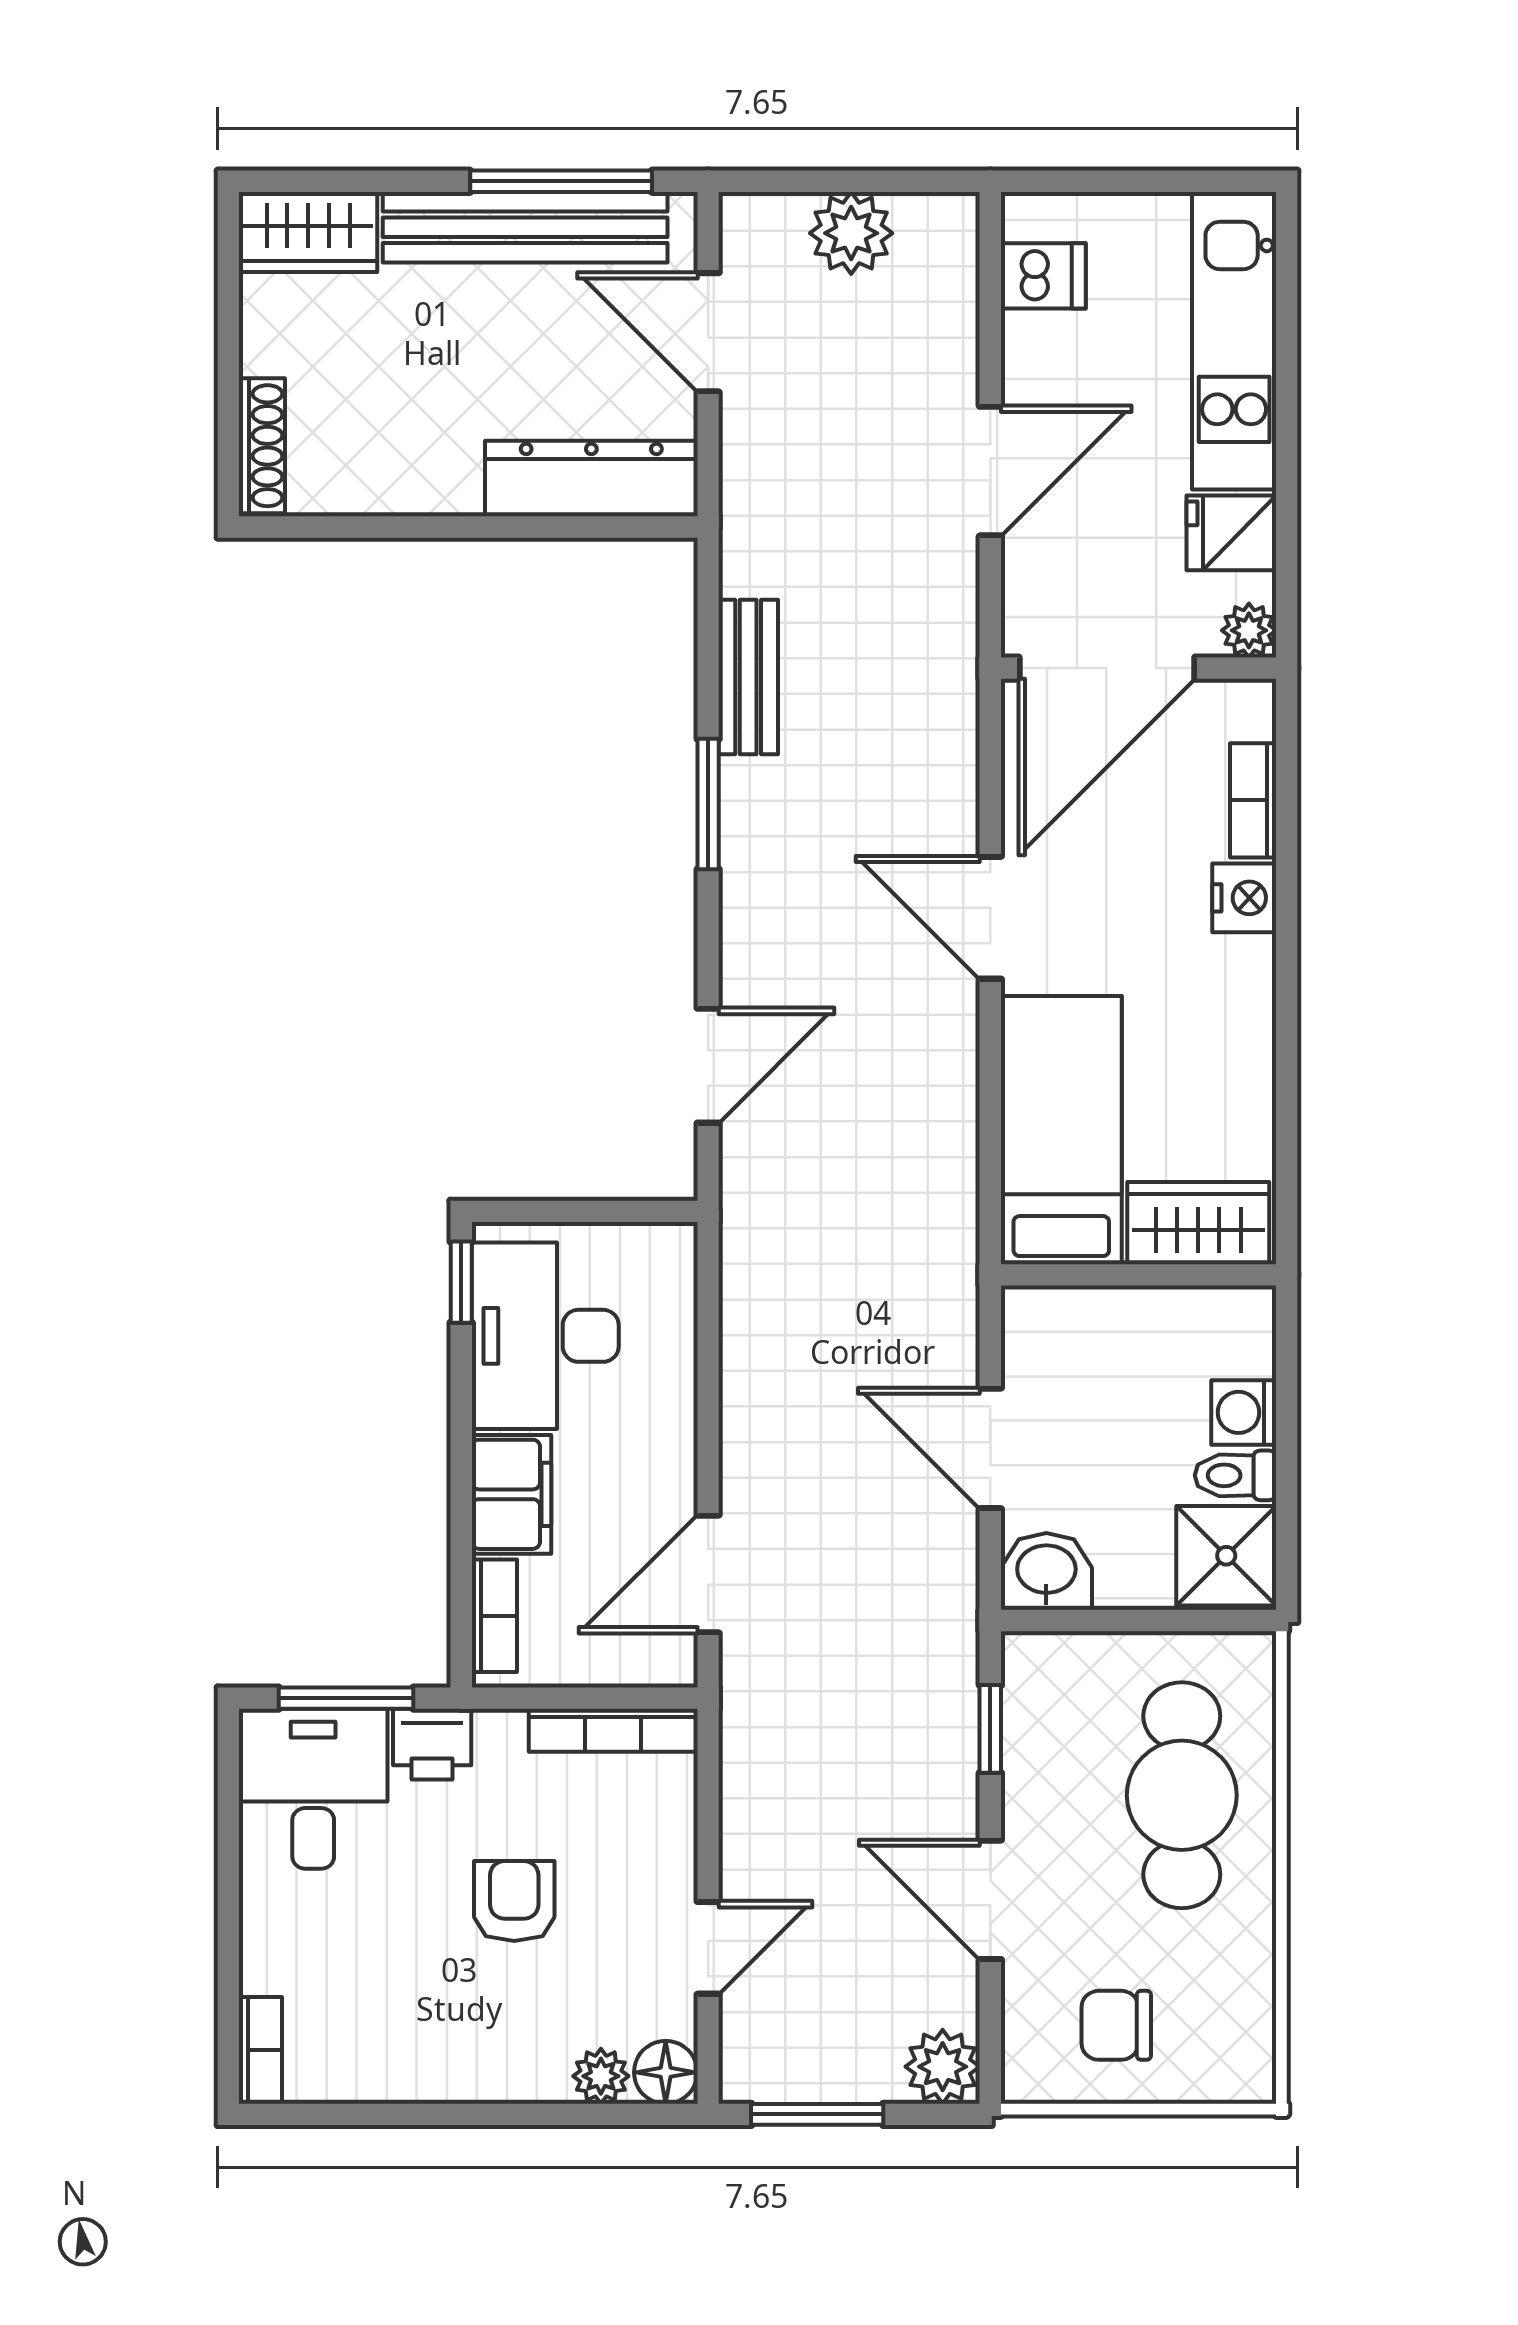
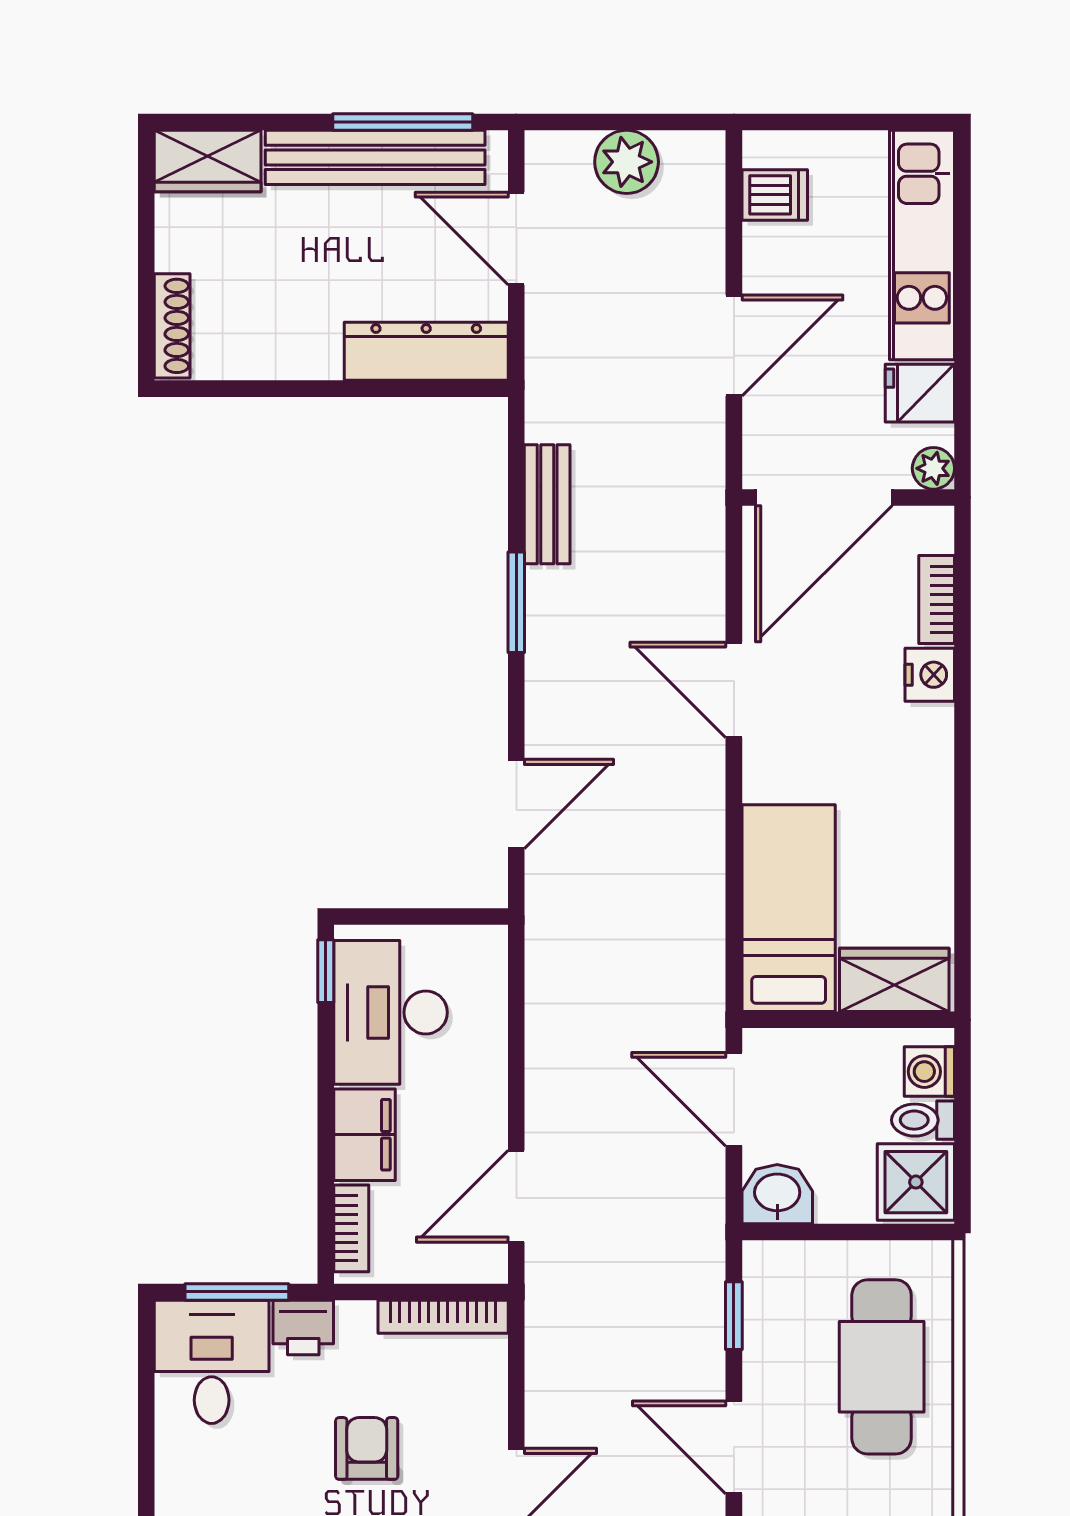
bed: (1061, 1130) -> (789, 908), moved
wardrobe: (1198, 1223) -> (894, 980), moved
wall: (1138, 1275) -> (848, 1020), moved

